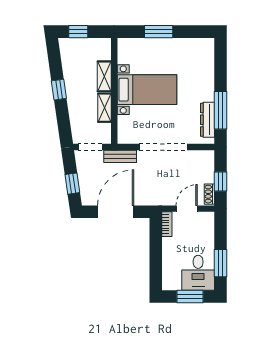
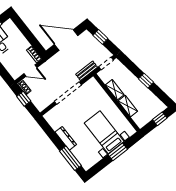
bed with nightstands: (147, 90) -> (104, 132), moved, turned 90
window: (220, 110) -> (70, 158), moved
dresser: (207, 120) -> (66, 138), moved
door: (187, 209) -> (30, 71), hinge flipped
door: (116, 212) -> (66, 40), swing flipped

